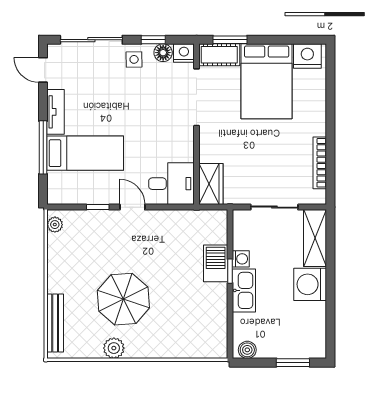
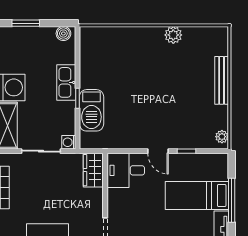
washing machine: (241, 259) -> (69, 142), moved
barbecue: (216, 263) -> (91, 110), width x1.37, depth x1.21
parasol: (123, 299) -> (165, 75), removed
bench: (55, 323) -> (222, 80), moved

